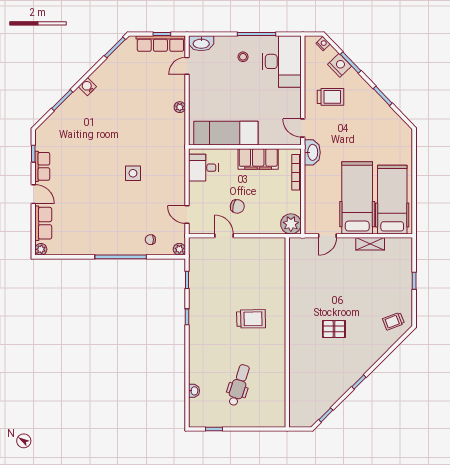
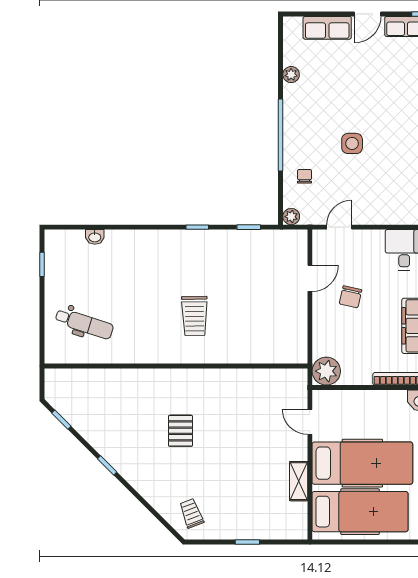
side table: (133, 173) -> (352, 143), moved
plant: (41, 249) -> (291, 75), moved
dental chair: (239, 385) -> (84, 324), moved

